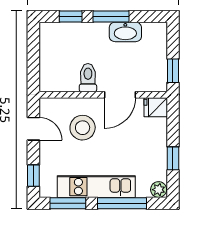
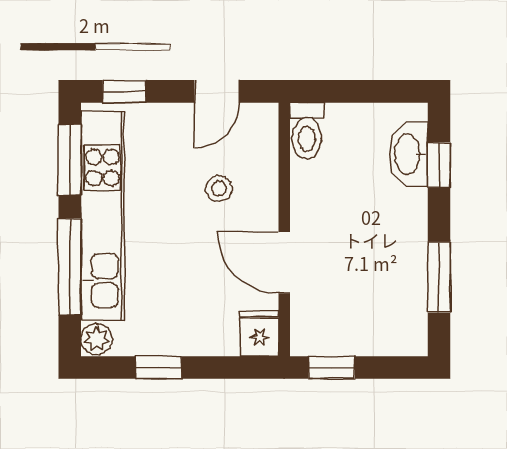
window: (111, 16) -> (439, 277), moved
washbasin: (125, 32) -> (408, 154), moved
toilet: (88, 78) -> (307, 131), moved, turned 90
stool: (83, 128) -> (219, 189), width x0.53, depth x0.53
kitchen unit: (96, 187) -> (103, 216), width x1.36

